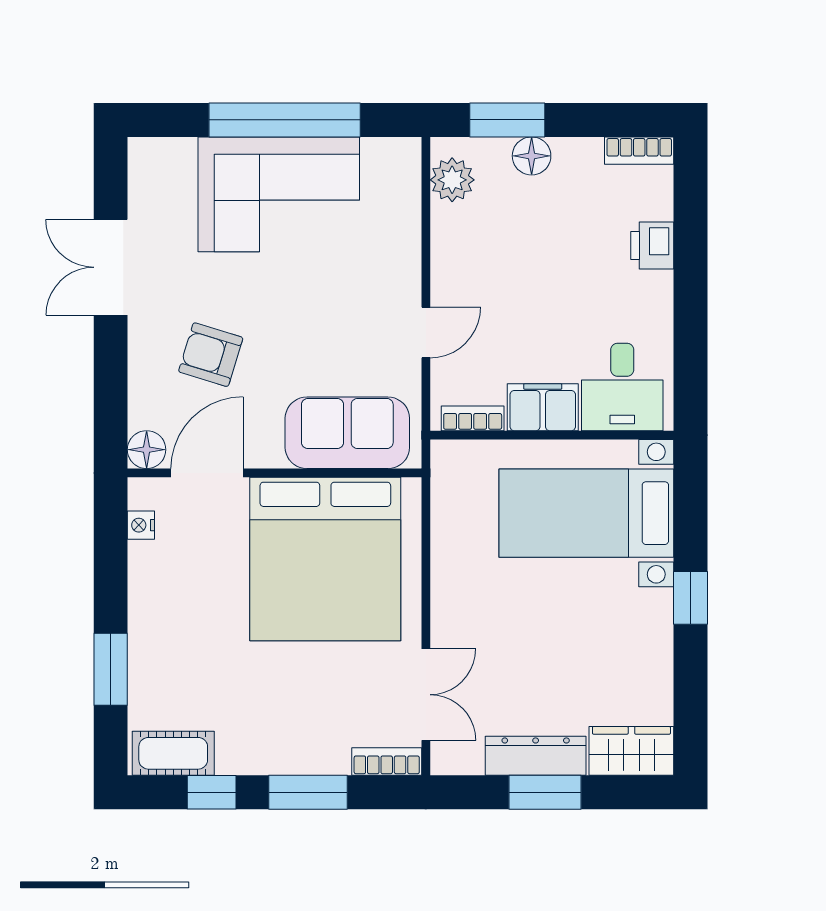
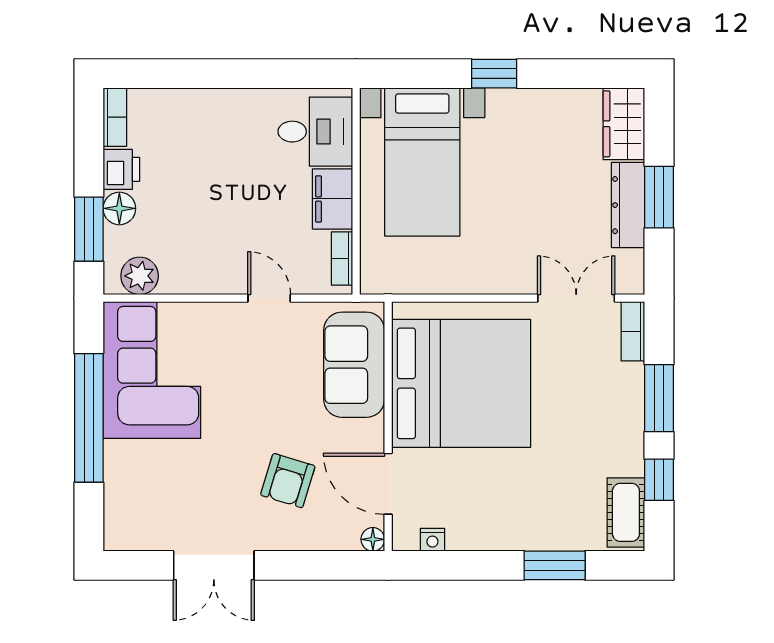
corner sofa: (279, 194) -> (152, 370), moved
printer: (652, 246) -> (121, 169), moved, turned -90
floor lamp: (147, 450) -> (373, 539), width x0.73, depth x0.73

